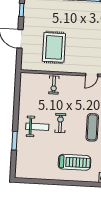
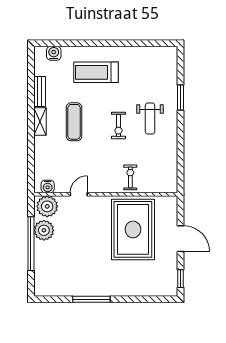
rug: (54, 47) -> (133, 229), width x1.37, depth x1.44
weight bench: (37, 127) -> (150, 118), turned -90

